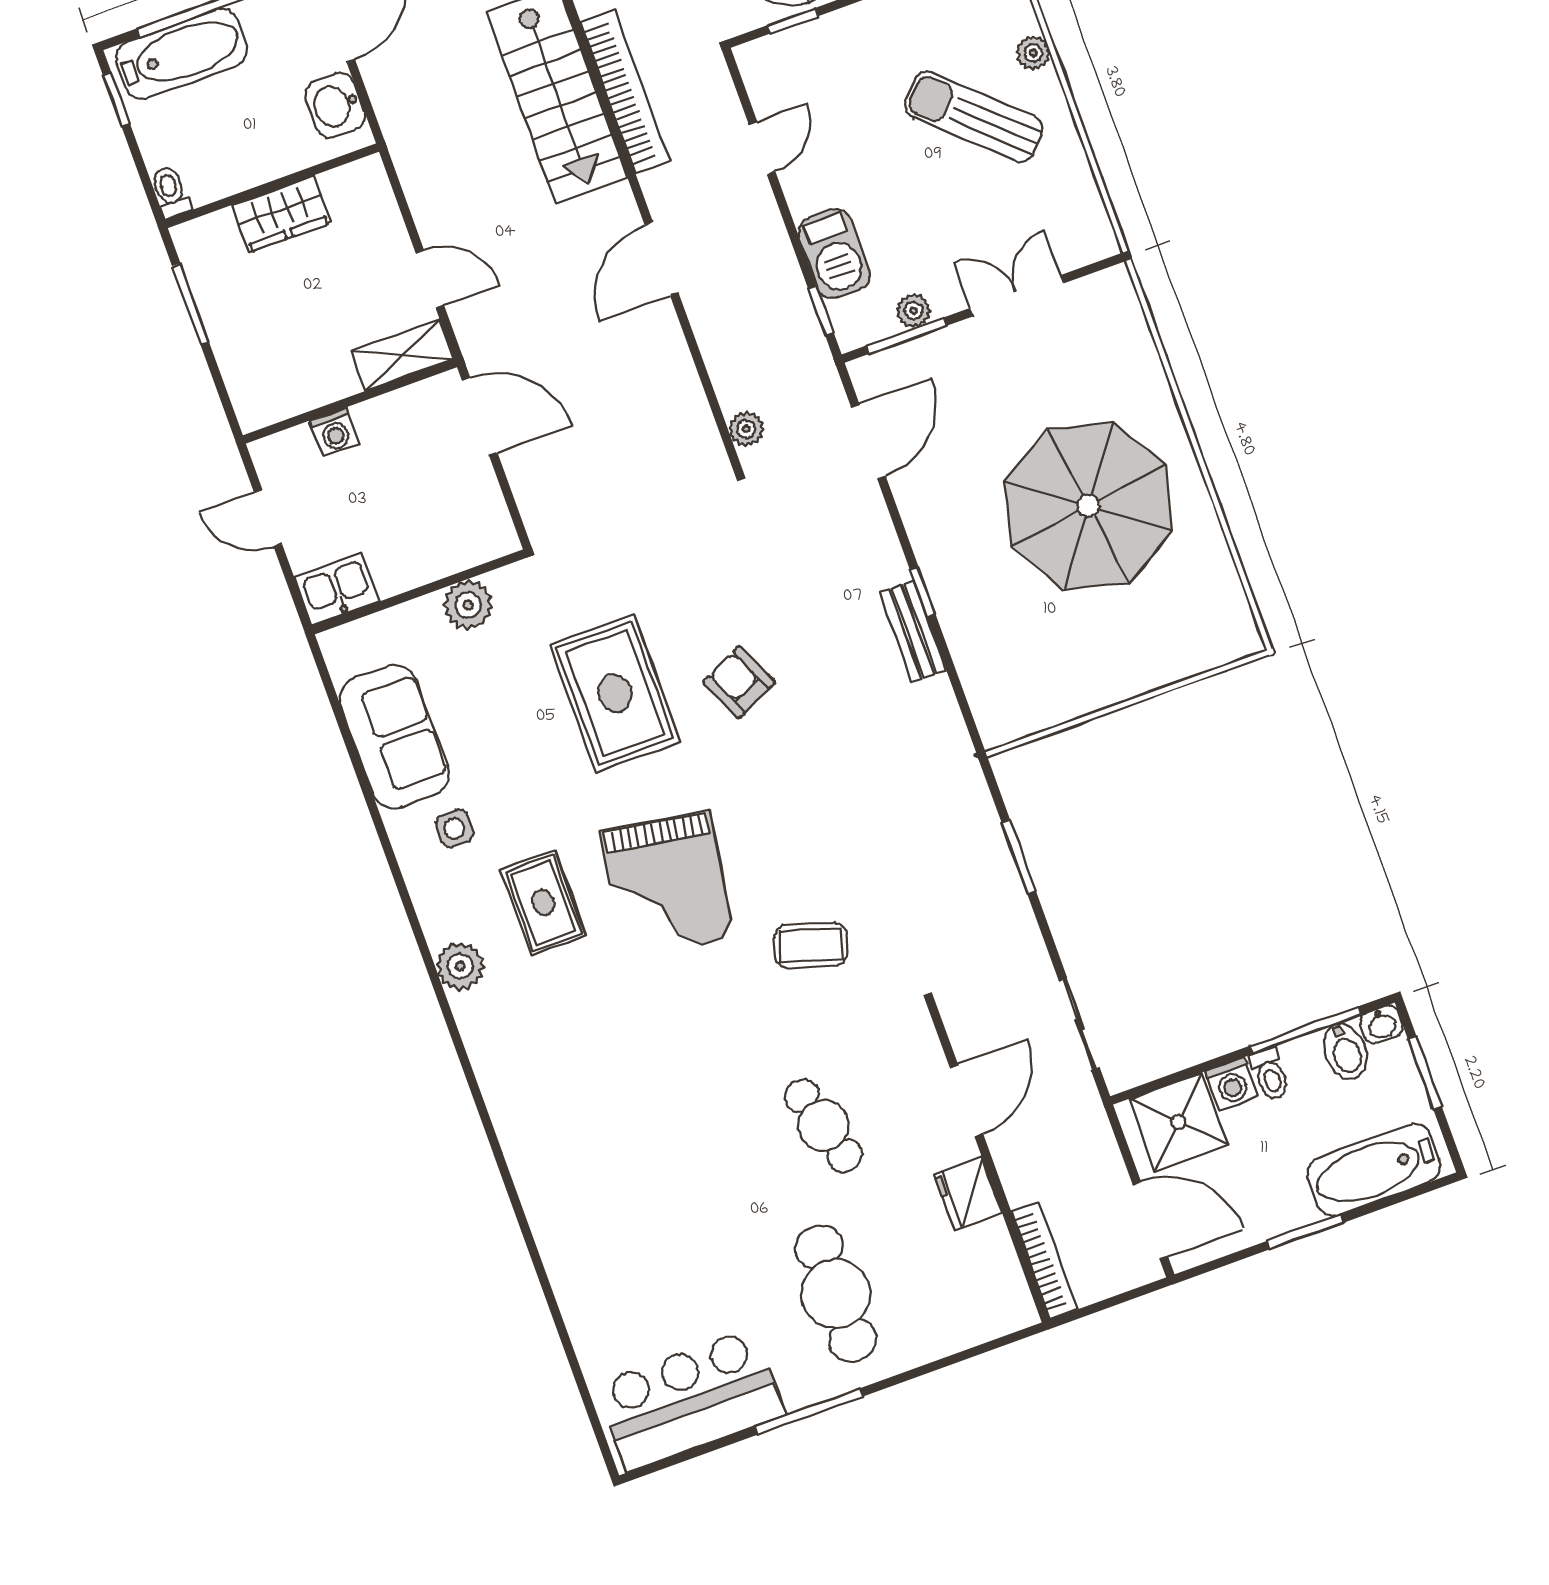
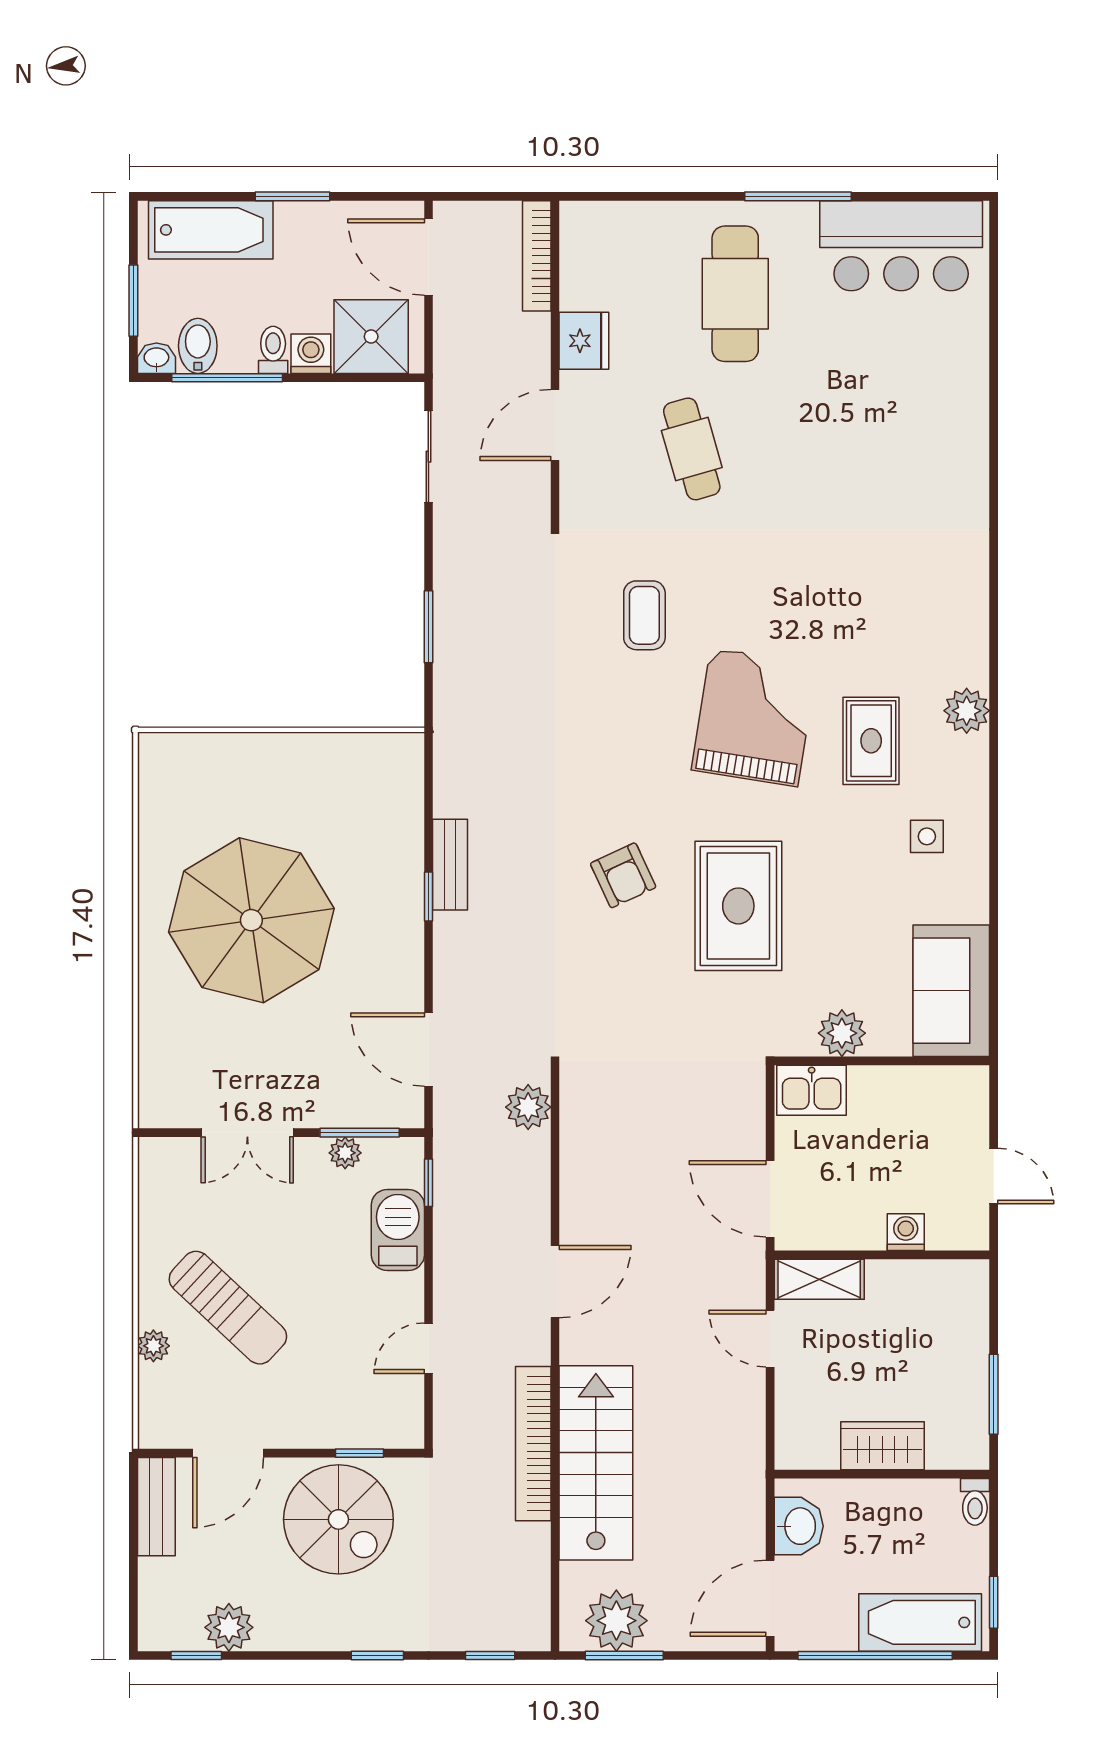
plant: (746, 429) -> (528, 1107), width x1.38, depth x1.38
door: (868, 442) -> (428, 1050), hinge flipped
kitchen sink: (337, 589) -> (812, 1090), moved
sofa: (394, 737) -> (951, 991), moved
coffee table: (811, 945) -> (644, 615), turned 73

